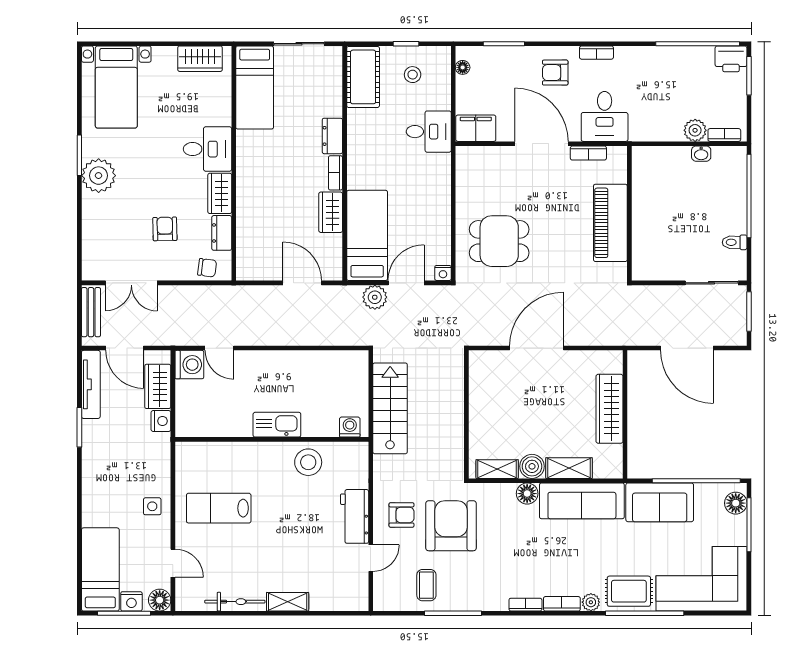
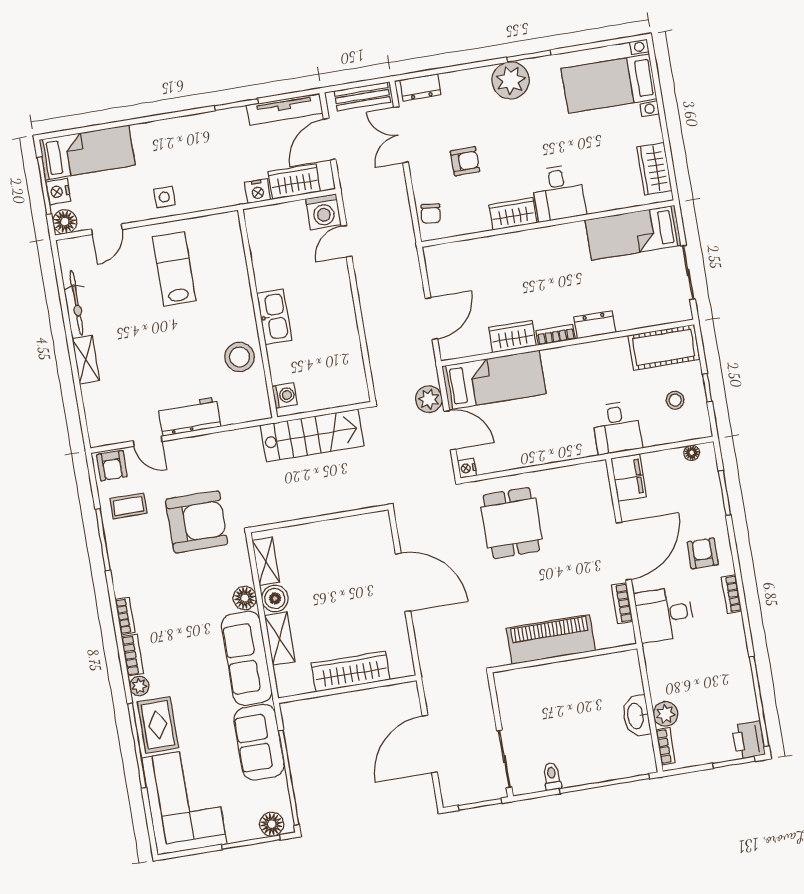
washbasin: (701, 154) -> (636, 716), width x1.91, depth x1.45
dresser: (222, 233) -> (420, 87), moved, turned 180
armchair: (401, 515) -> (112, 466), moved

